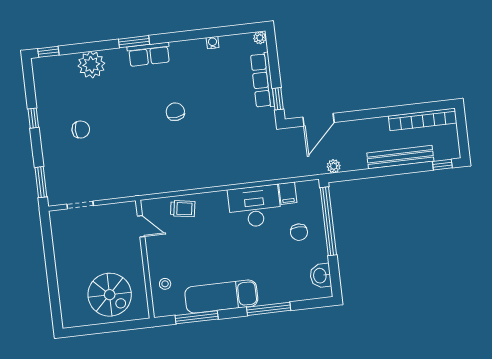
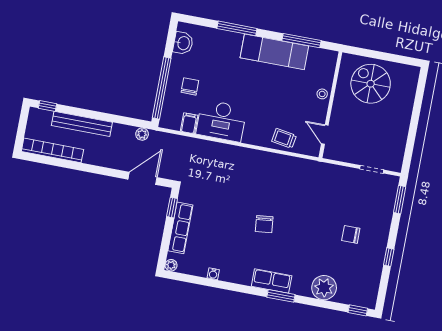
stool: (165, 284) -> (322, 94), moved

